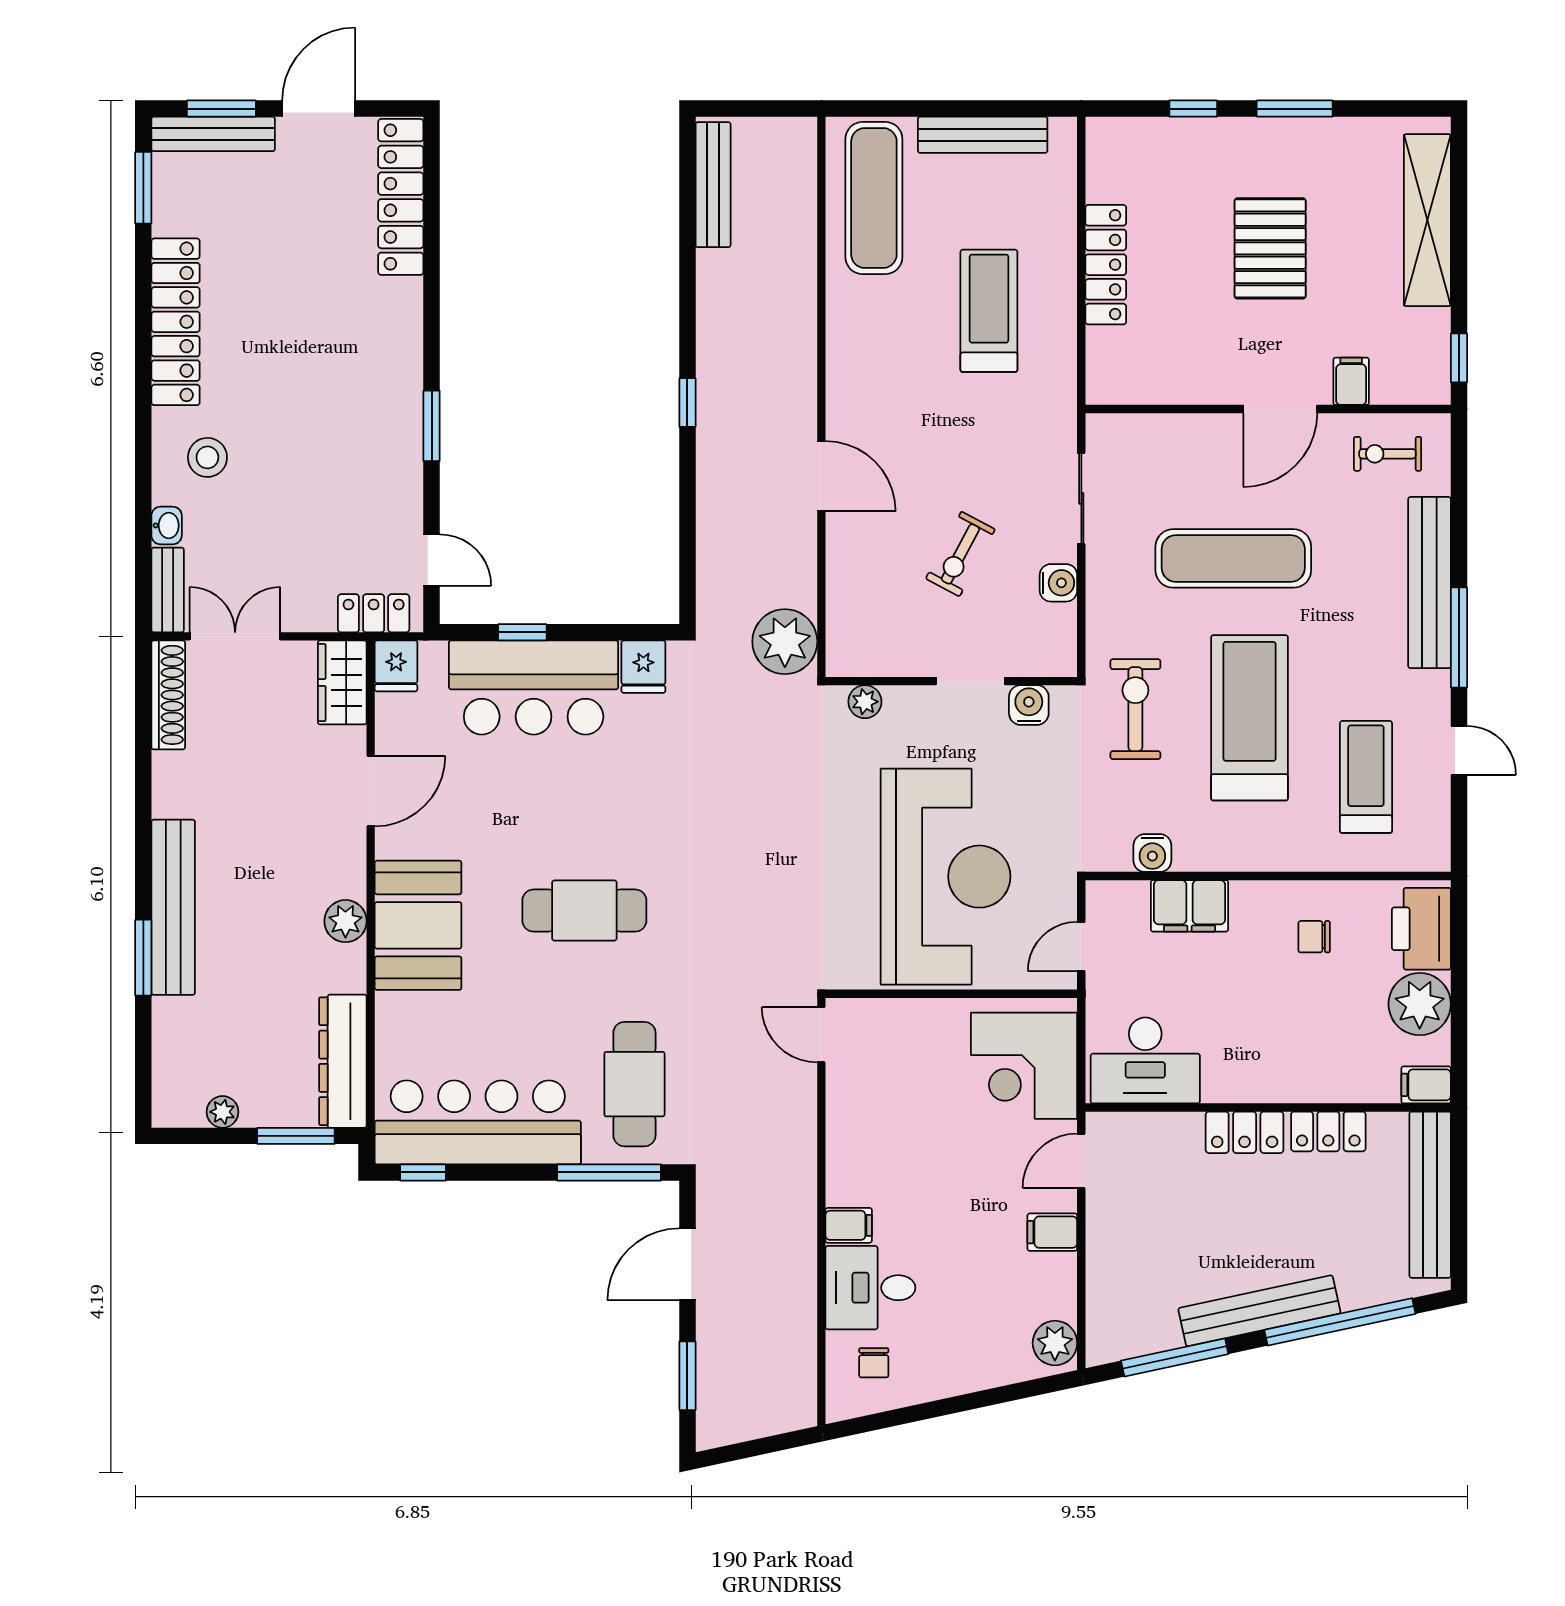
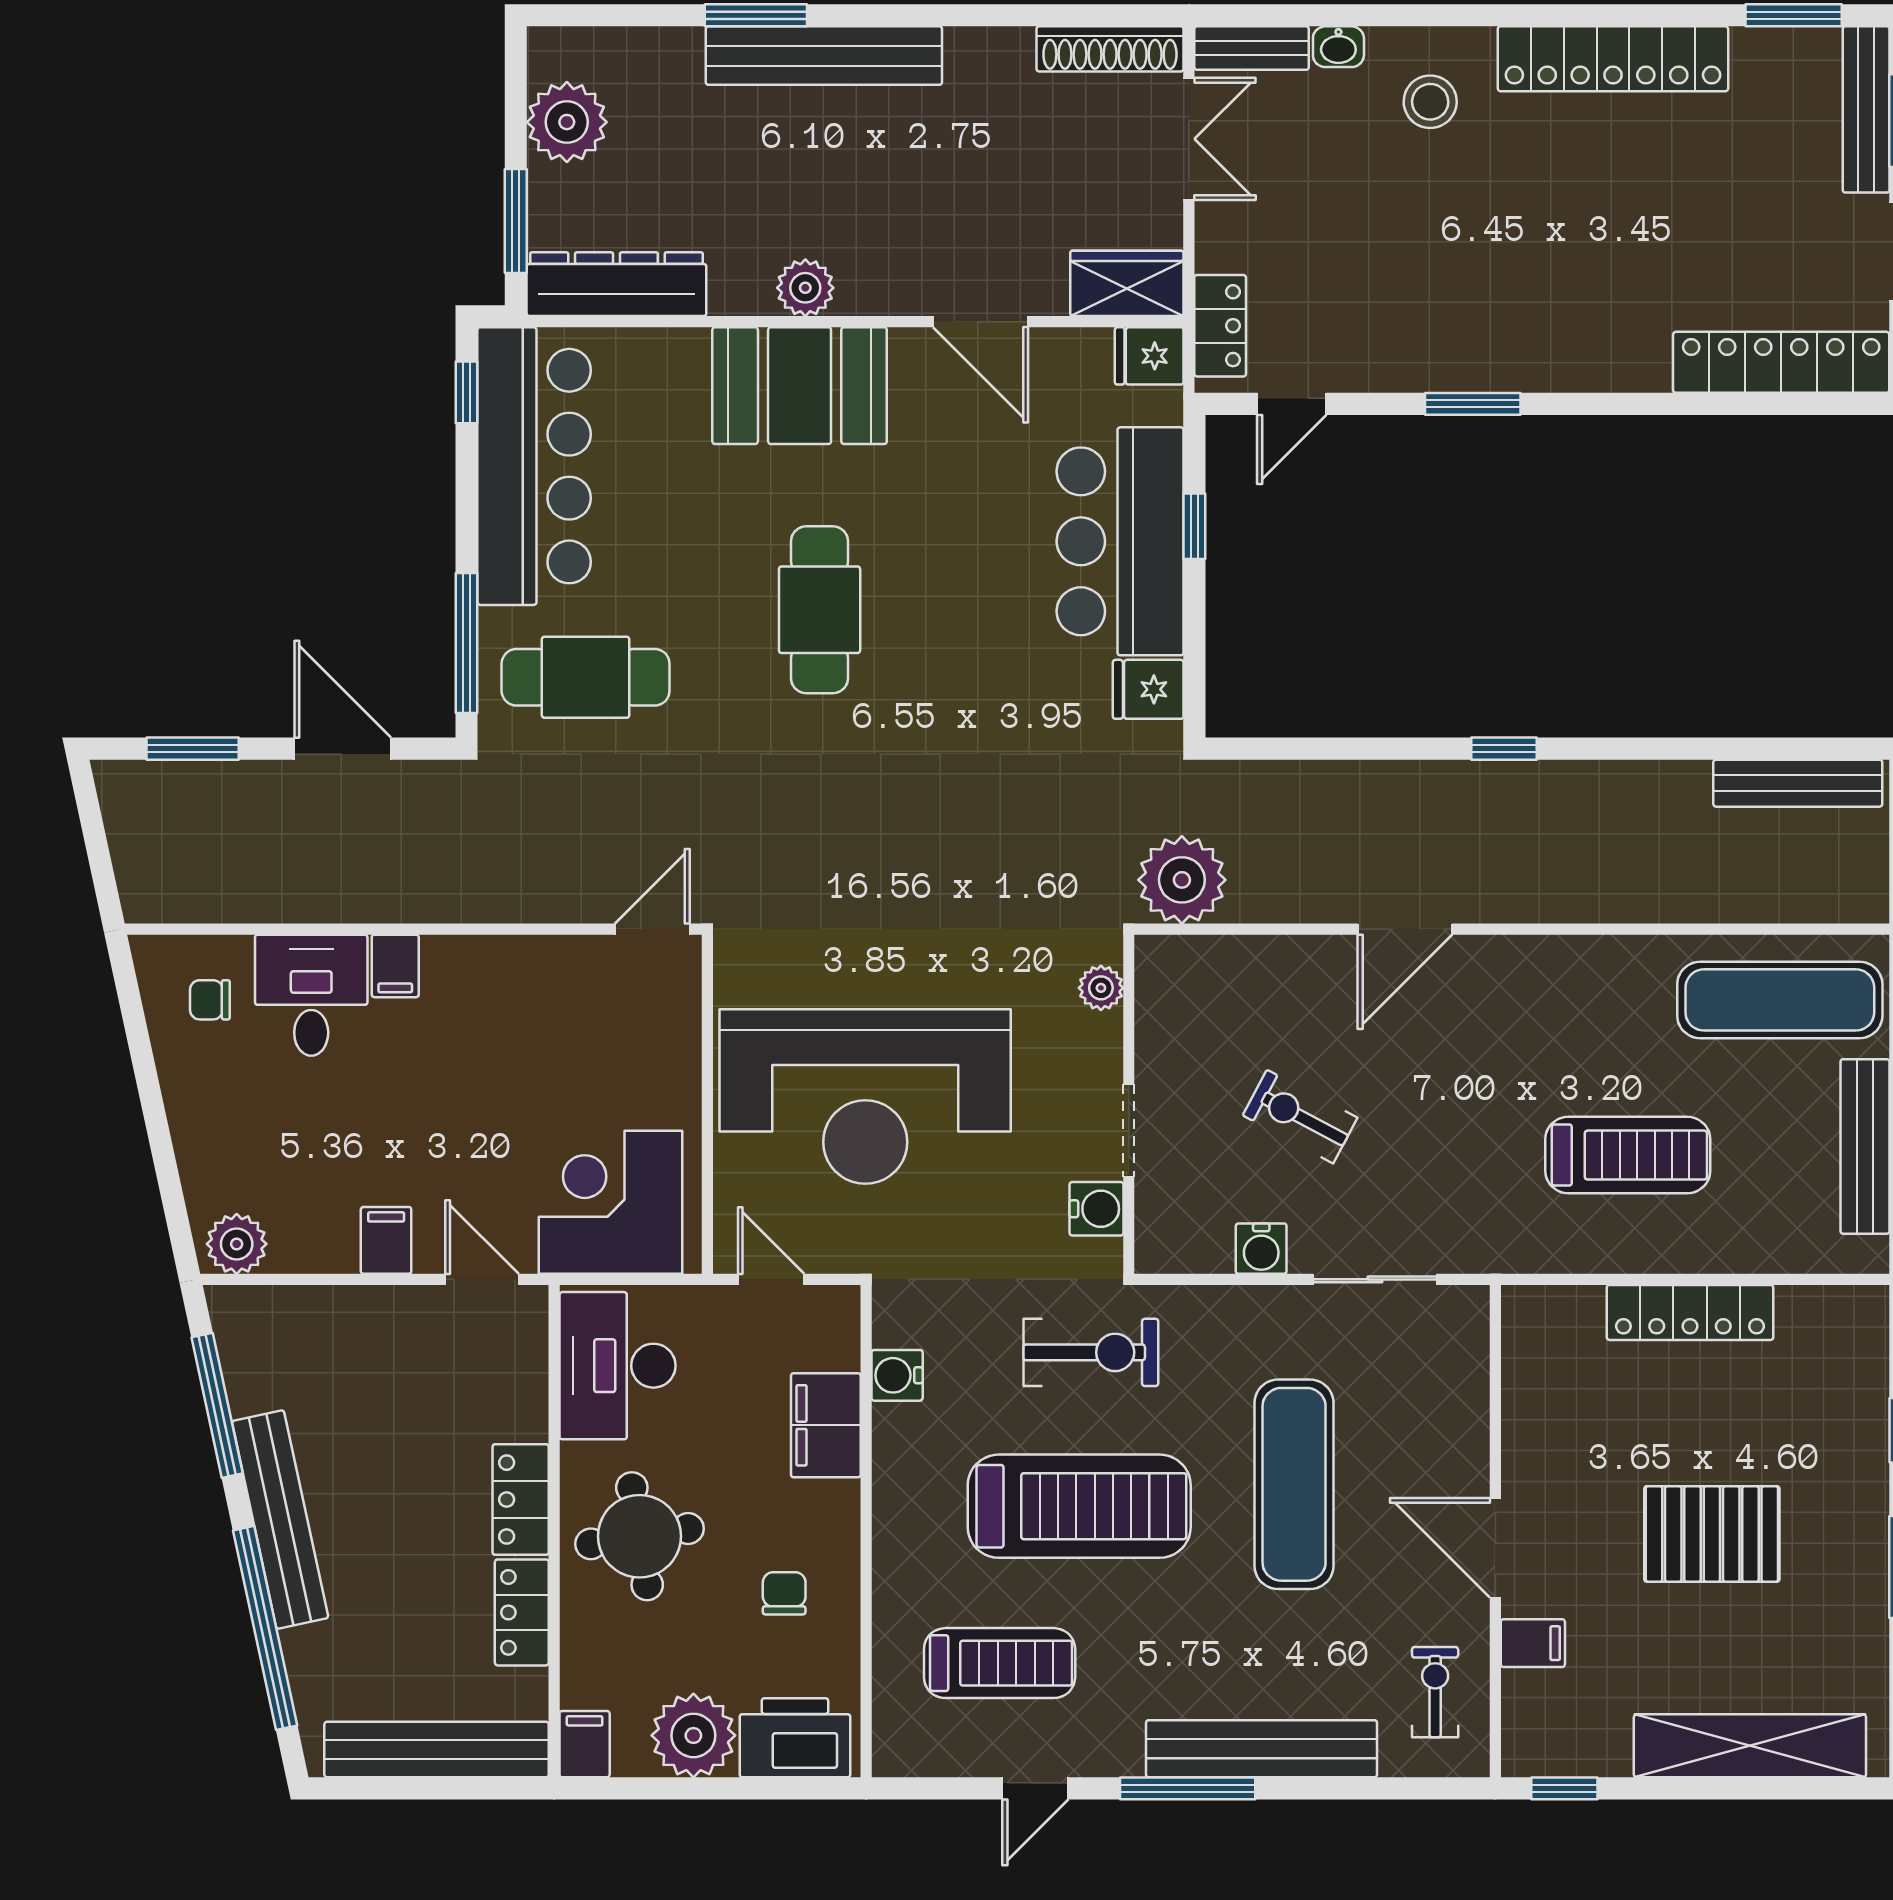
round table: (1272, 1044) -> (639, 1536), added
plant: (223, 1112) -> (567, 122), width x1.88, depth x1.88

